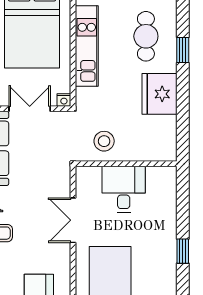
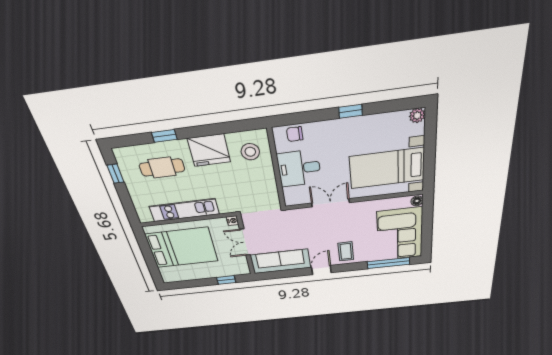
stool: (104, 141) -> (250, 152), moved
chair: (165, 190) -> (295, 134), added
double door: (73, 220) -> (330, 203), swing flipped

